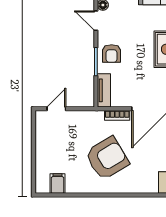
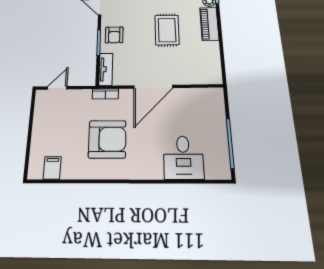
bookcase: (117, 115) -> (105, 94), moved
armchair: (107, 158) -> (107, 139), turned 31

